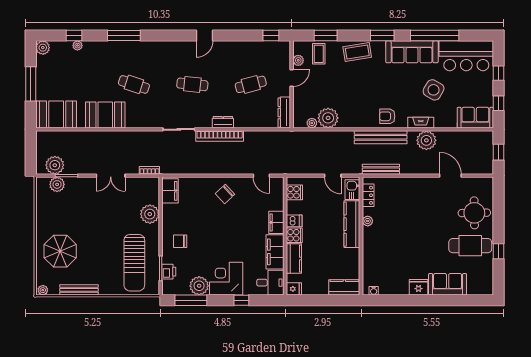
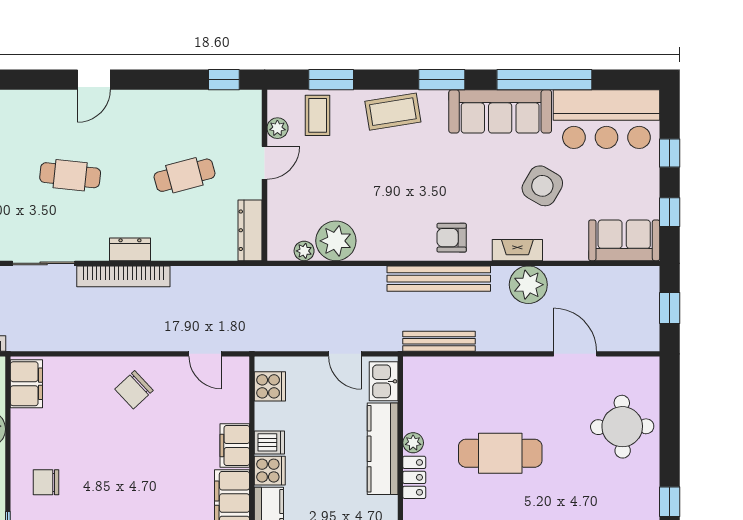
locker: (368, 195) -> (414, 477), moved
cafe table: (470, 246) -> (500, 453), moved

